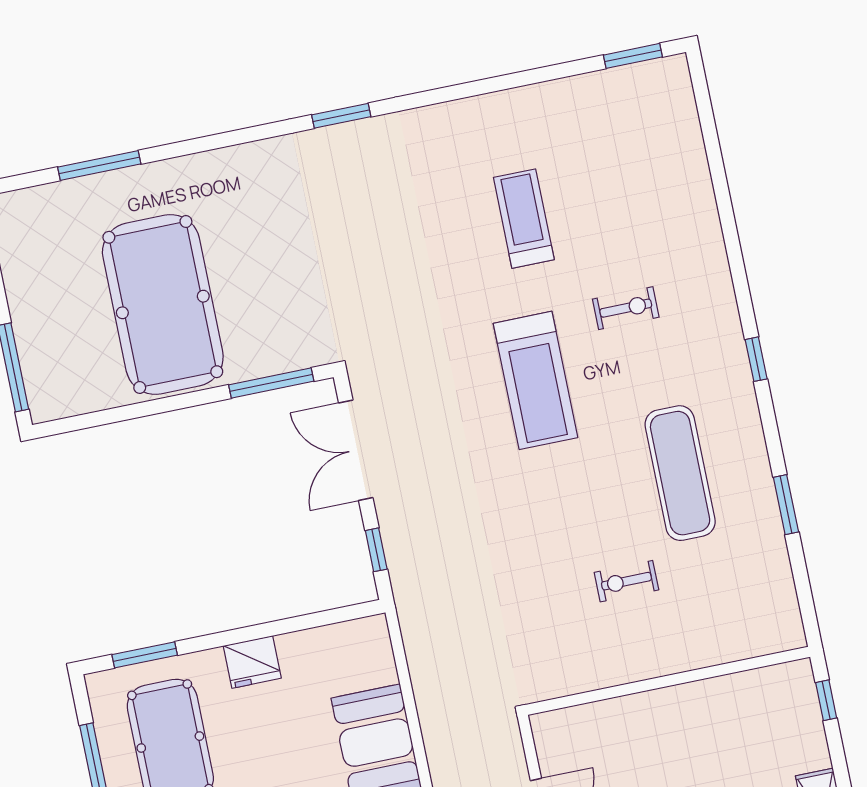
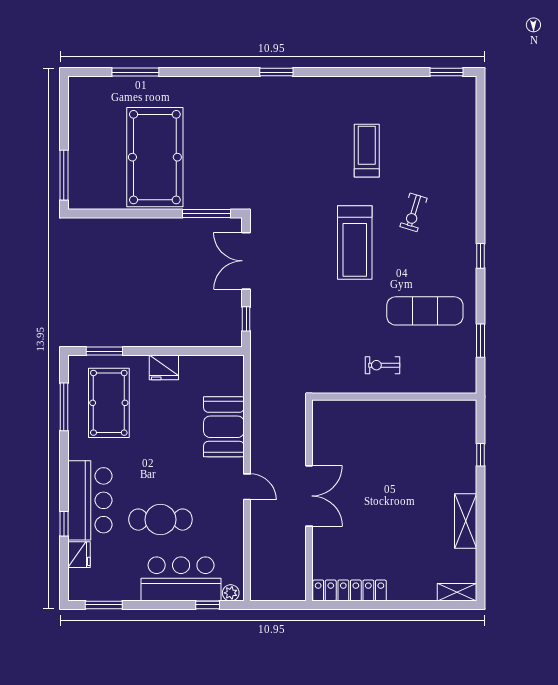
exercise bike: (626, 308) -> (413, 212), turned 107
exercise mat: (680, 473) -> (425, 311), turned 90
wall: (668, 681) -> (394, 397), moved

